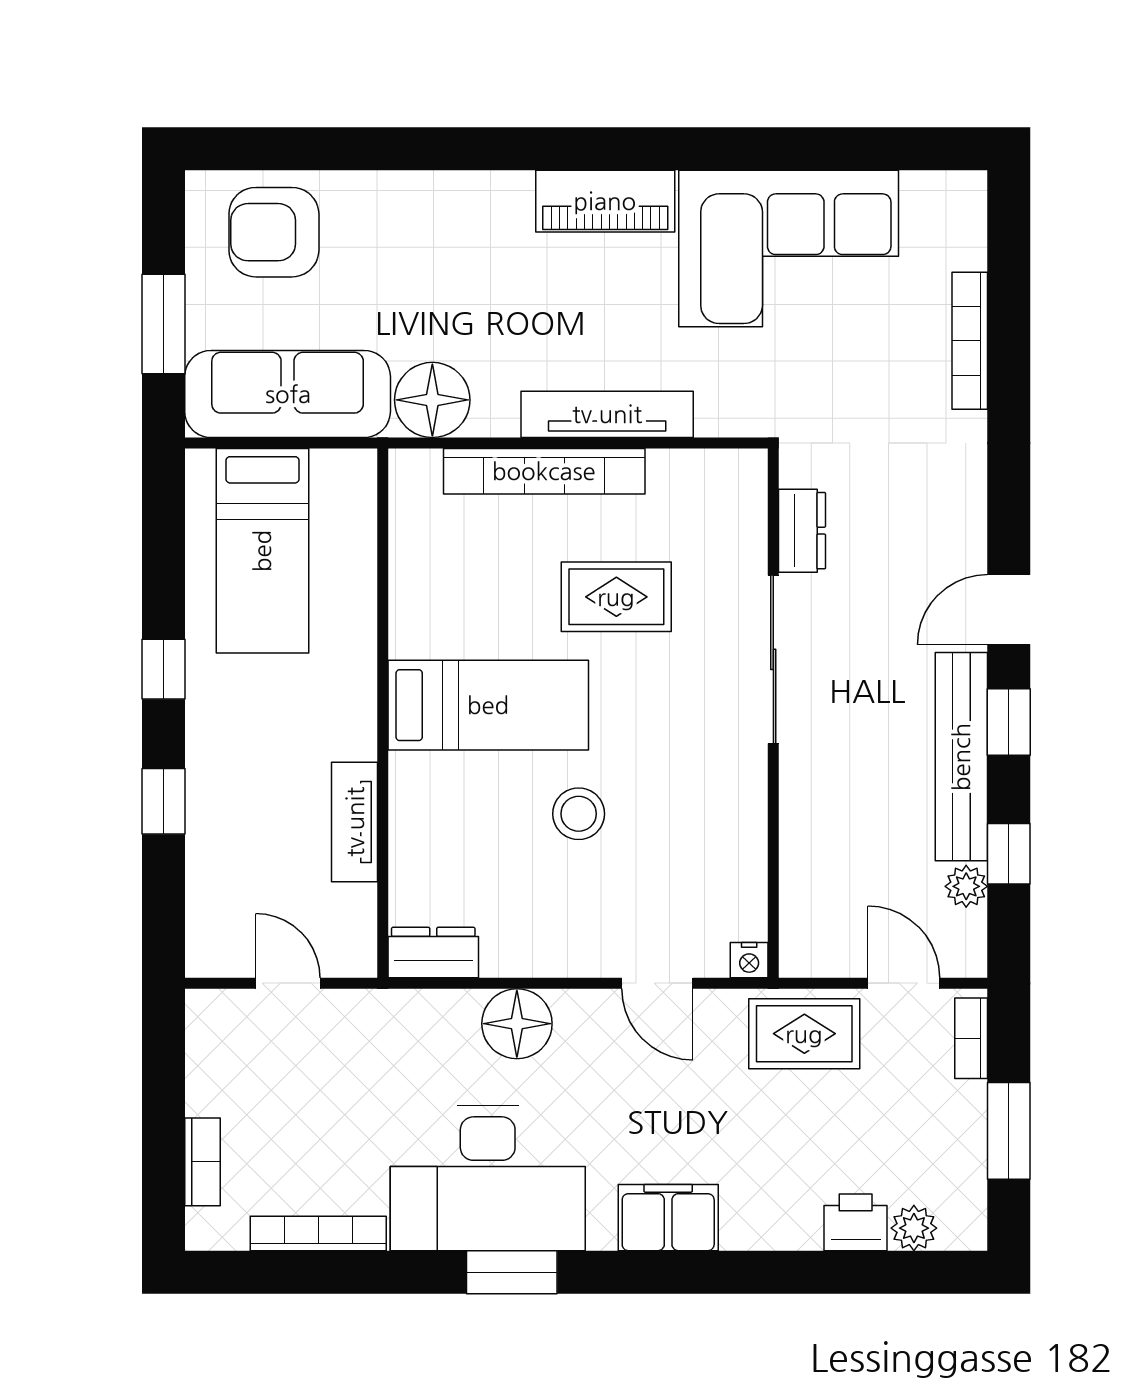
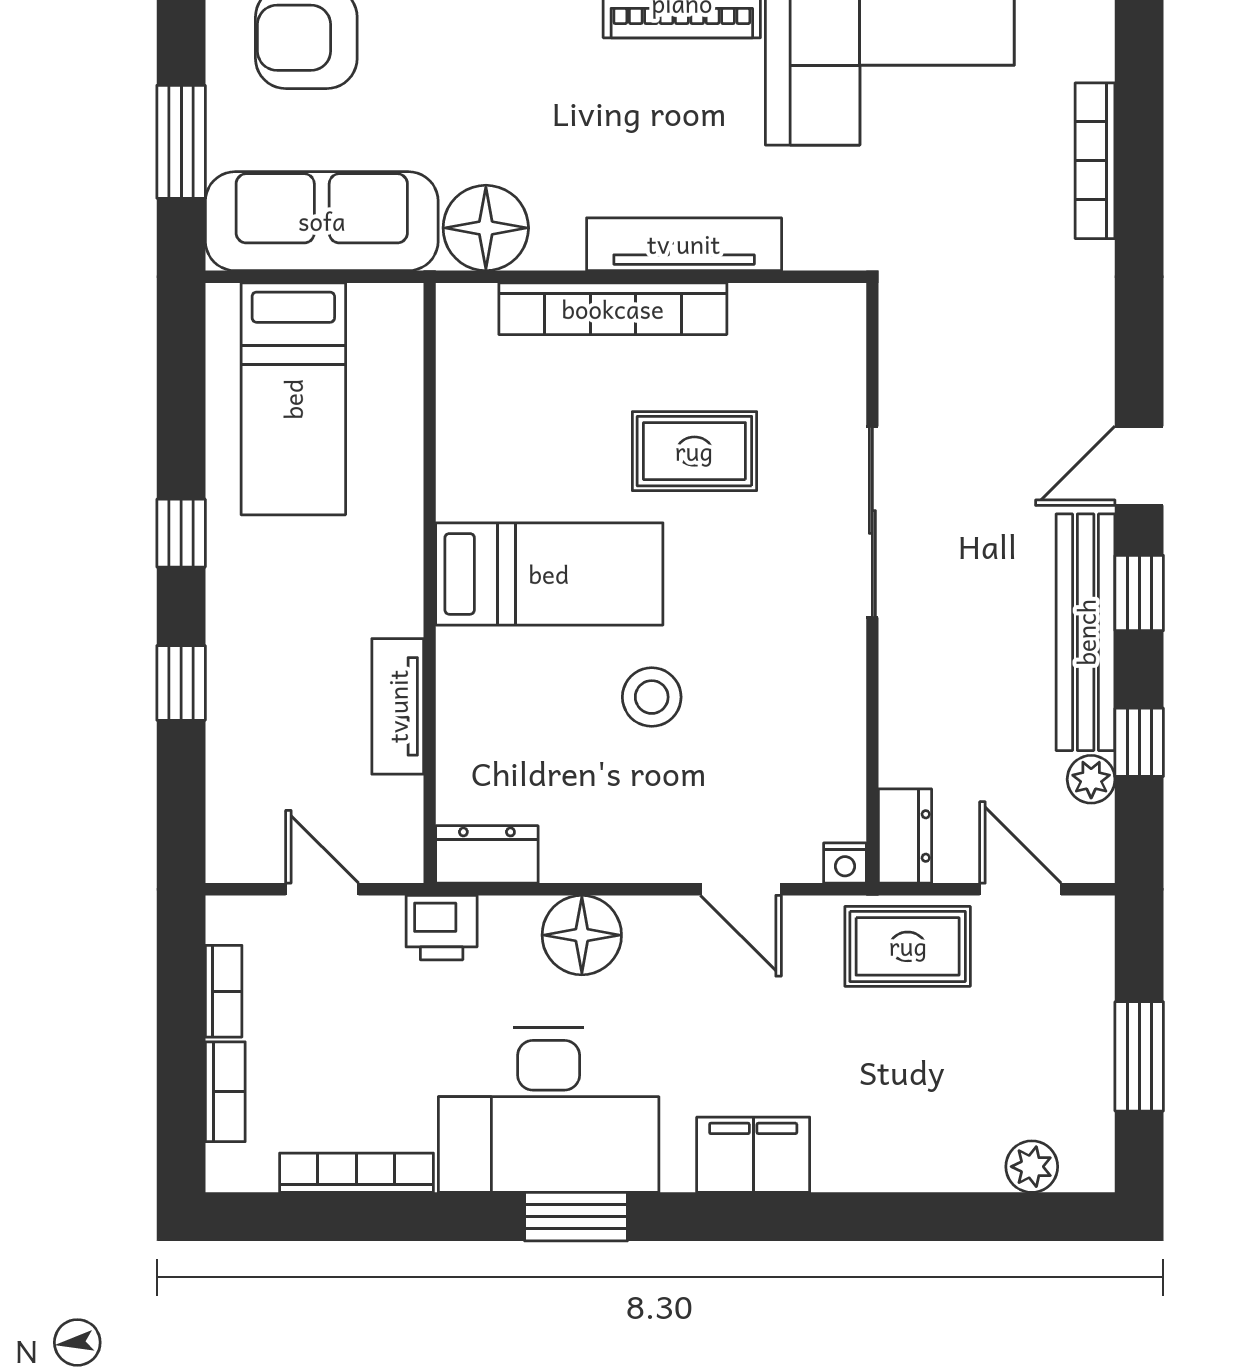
dresser: (802, 531) -> (905, 836), moved
bookcase: (971, 1038) -> (224, 991), moved, turned 180
printer: (856, 1222) -> (442, 928), moved, turned 180

